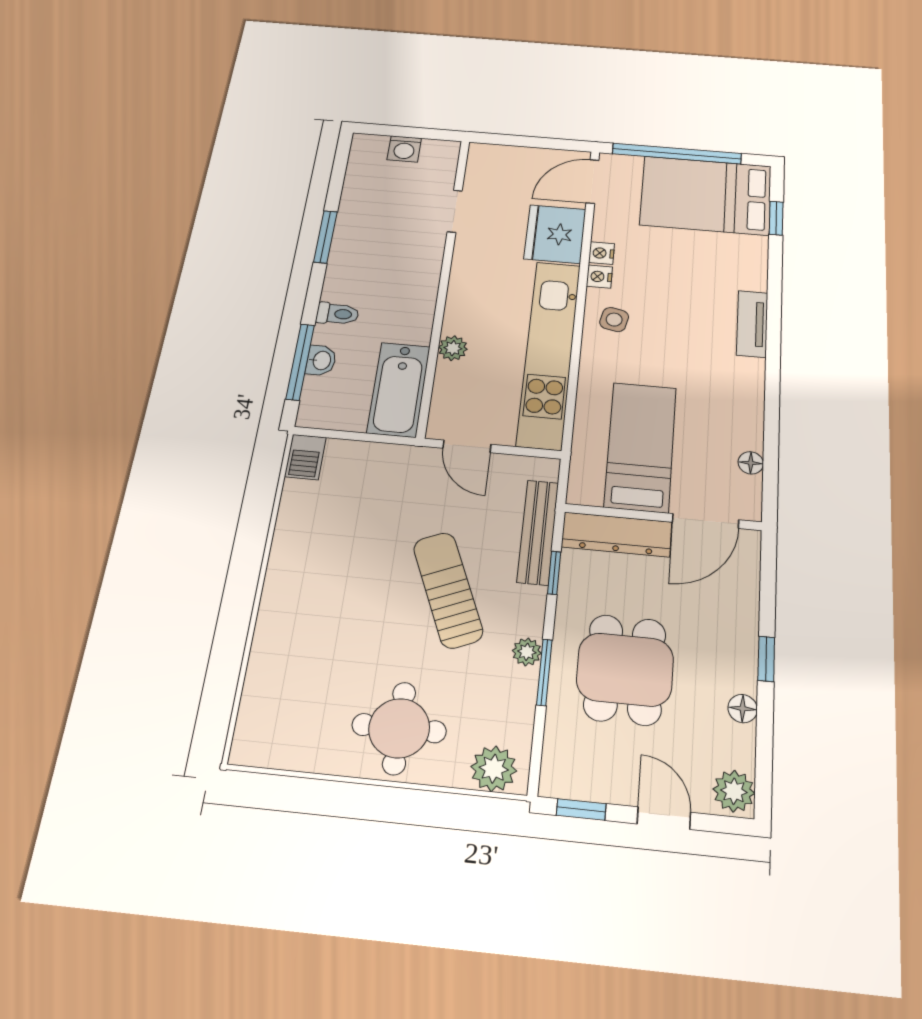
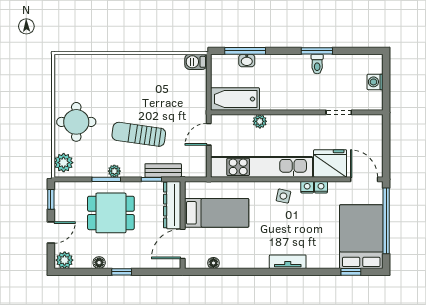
toilet: (337, 314) -> (317, 64), moved
door: (706, 521) -> (183, 244), hinge flipped
bench: (538, 532) -> (163, 170), width x0.73
sun lounger: (448, 590) -> (139, 134), turned -149

